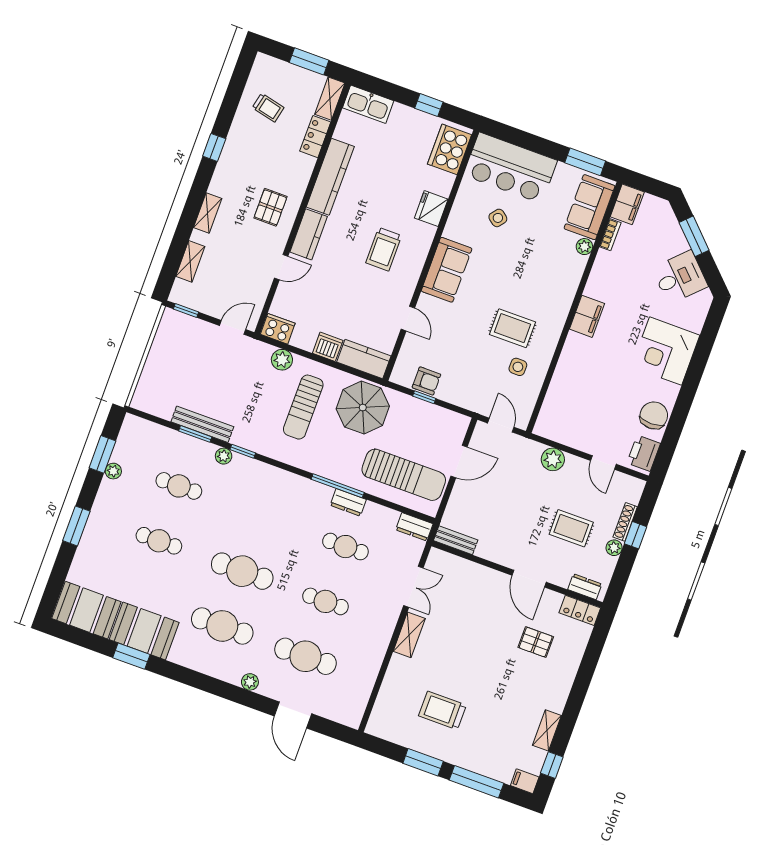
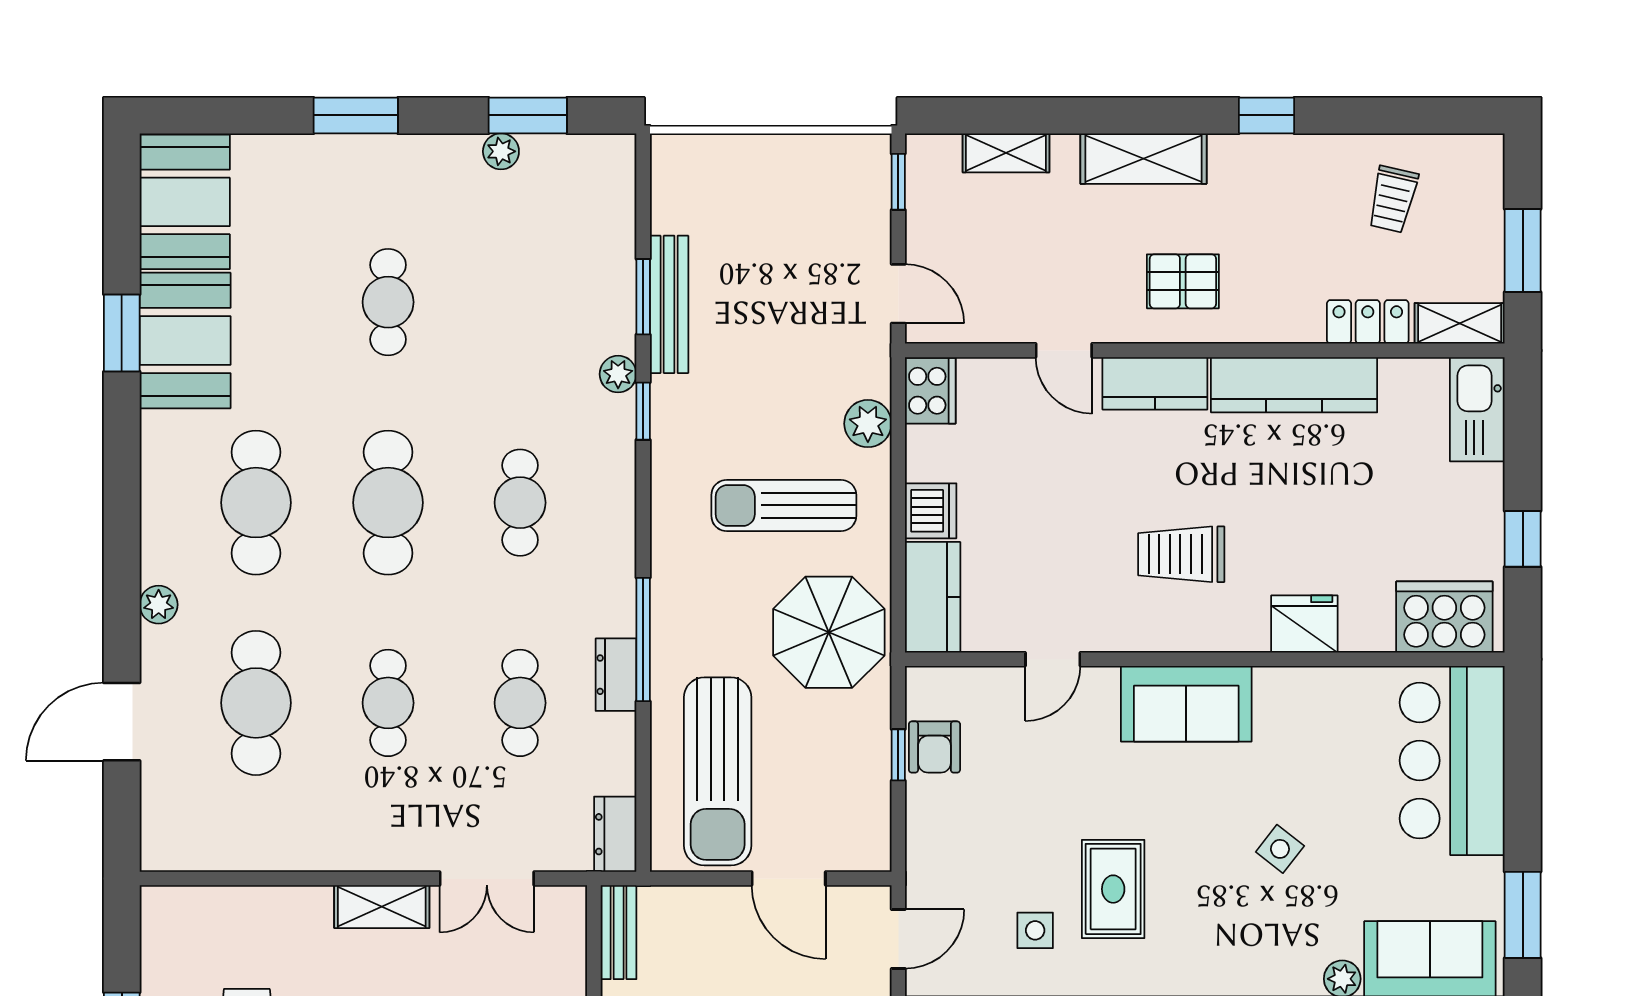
shelving: (208, 213) -> (1143, 159), width x1.50, depth x1.33
side table: (498, 218) -> (1280, 849), moved
cafe table: (179, 486) -> (520, 503), moved

